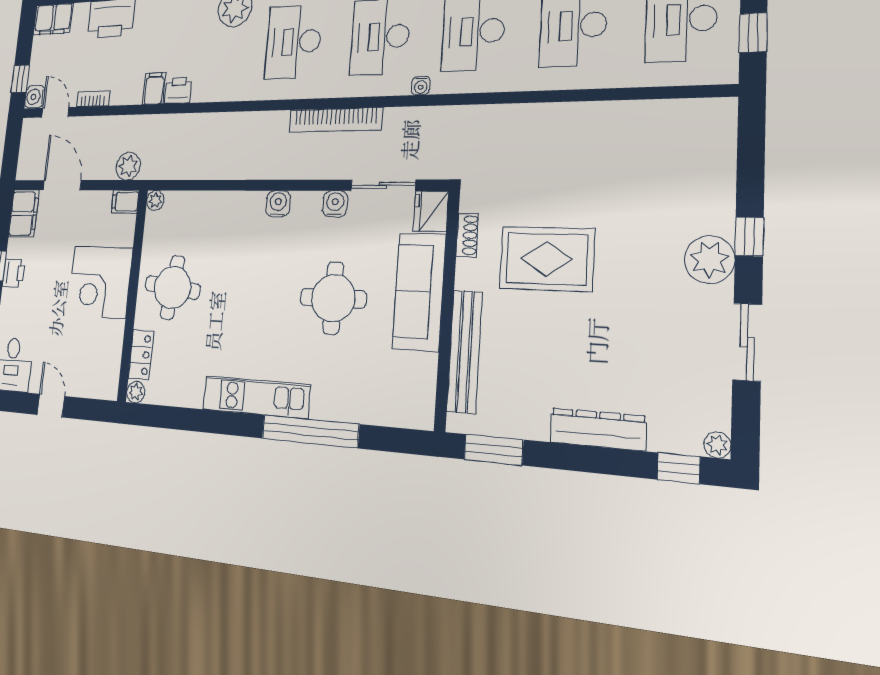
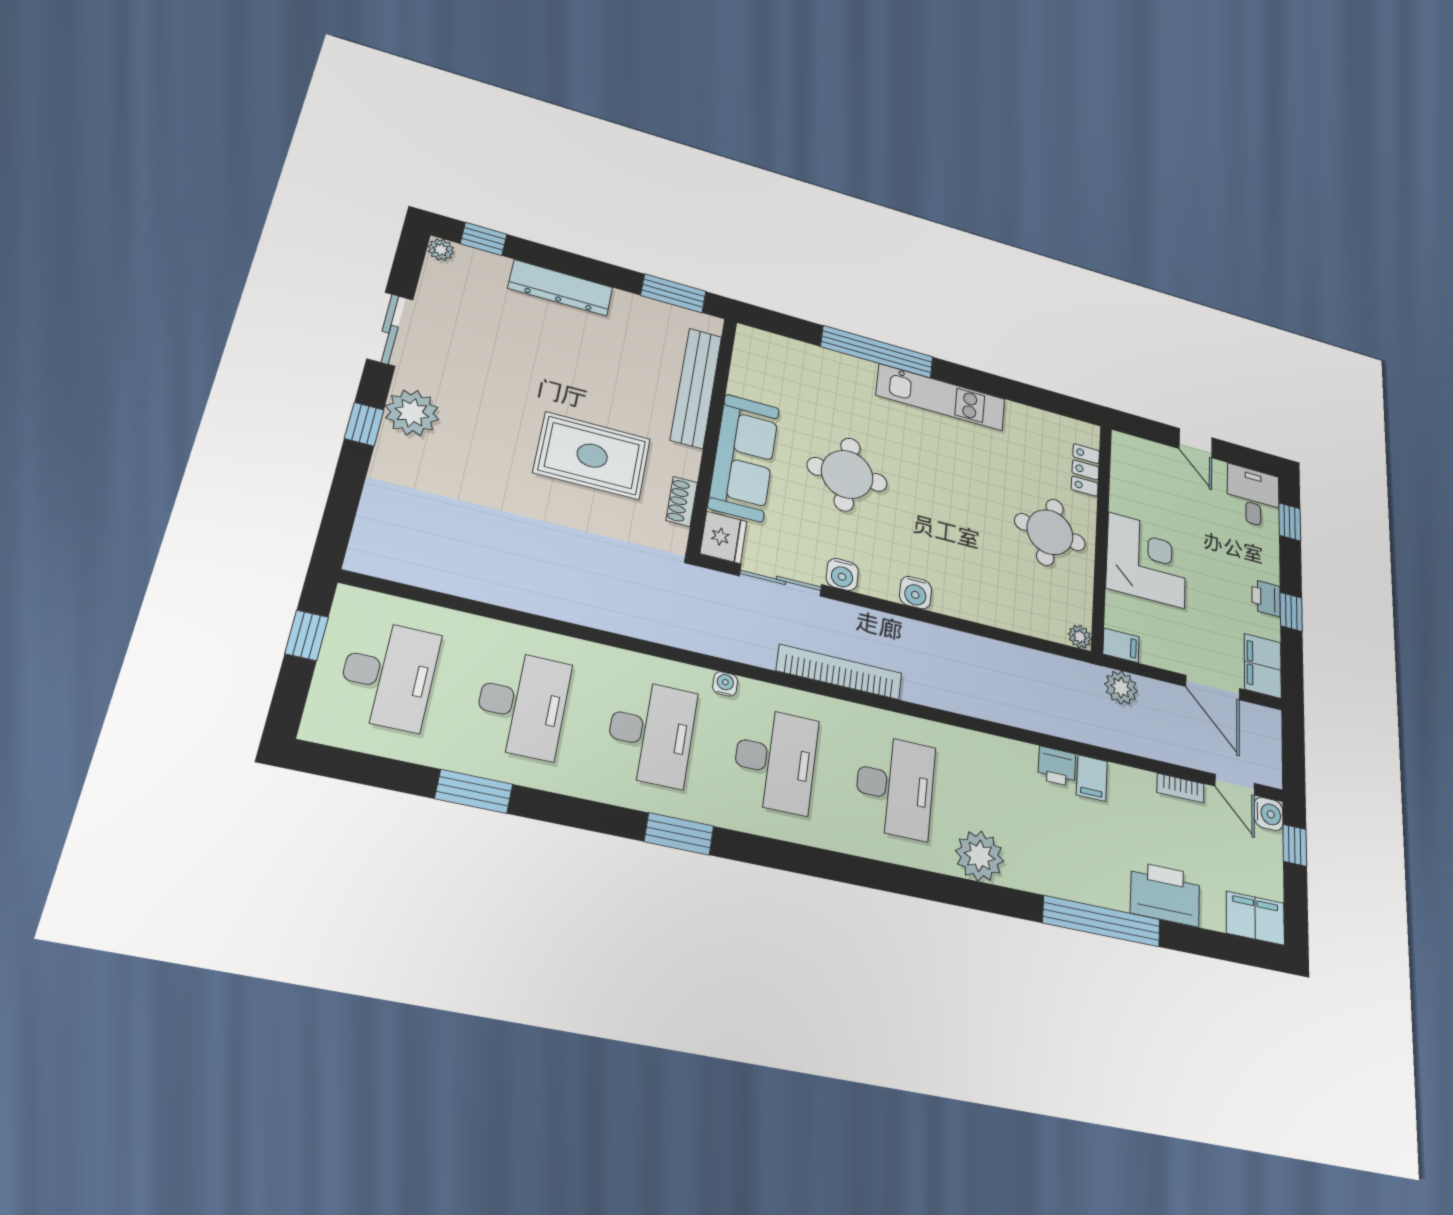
plant: (136, 392) -> (1089, 434), removed

